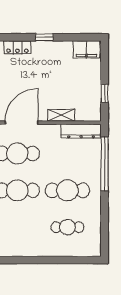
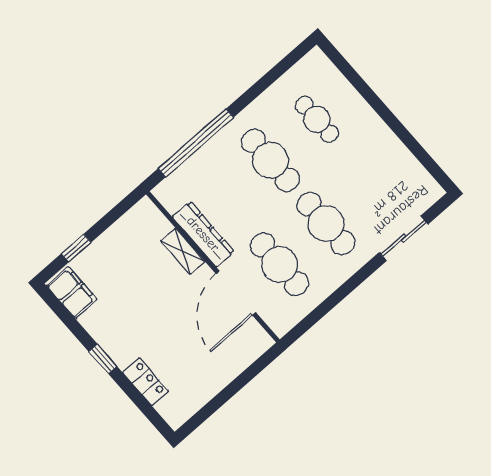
window: (105, 93) -> (76, 248), moved
door: (22, 123) -> (236, 293), hinge flipped
dresser: (81, 131) -> (203, 234), moved

